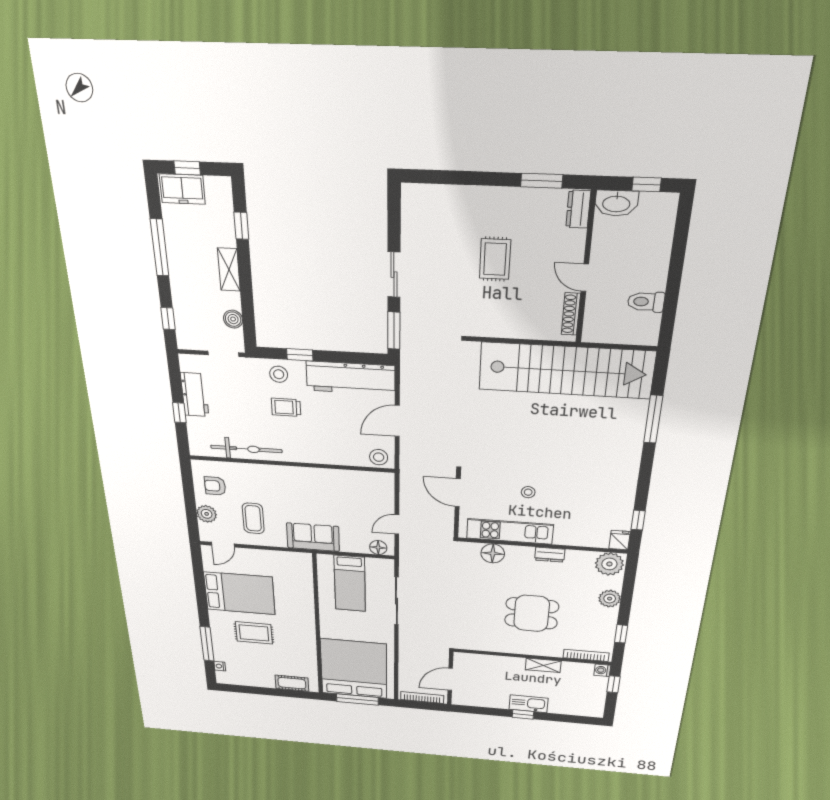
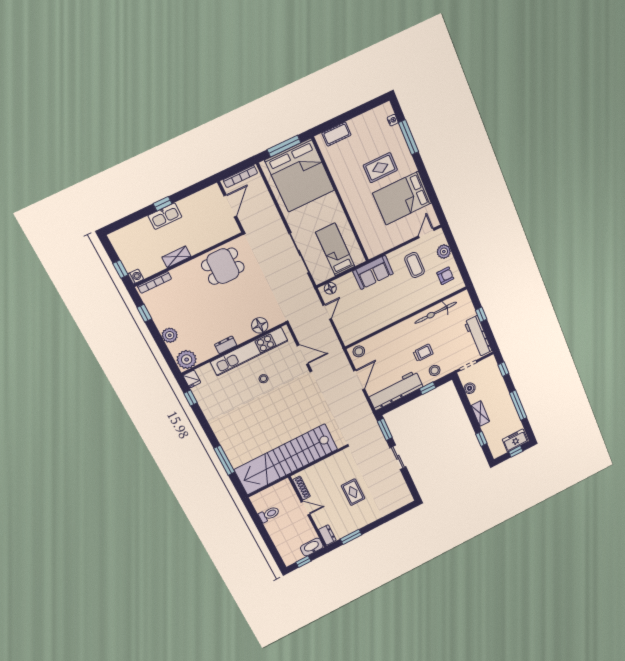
workbench: (195, 395) -> (478, 336), width x1.38
kitchen unit: (510, 531) -> (249, 351), width x1.36
dining table: (532, 613) -> (223, 266), moved

